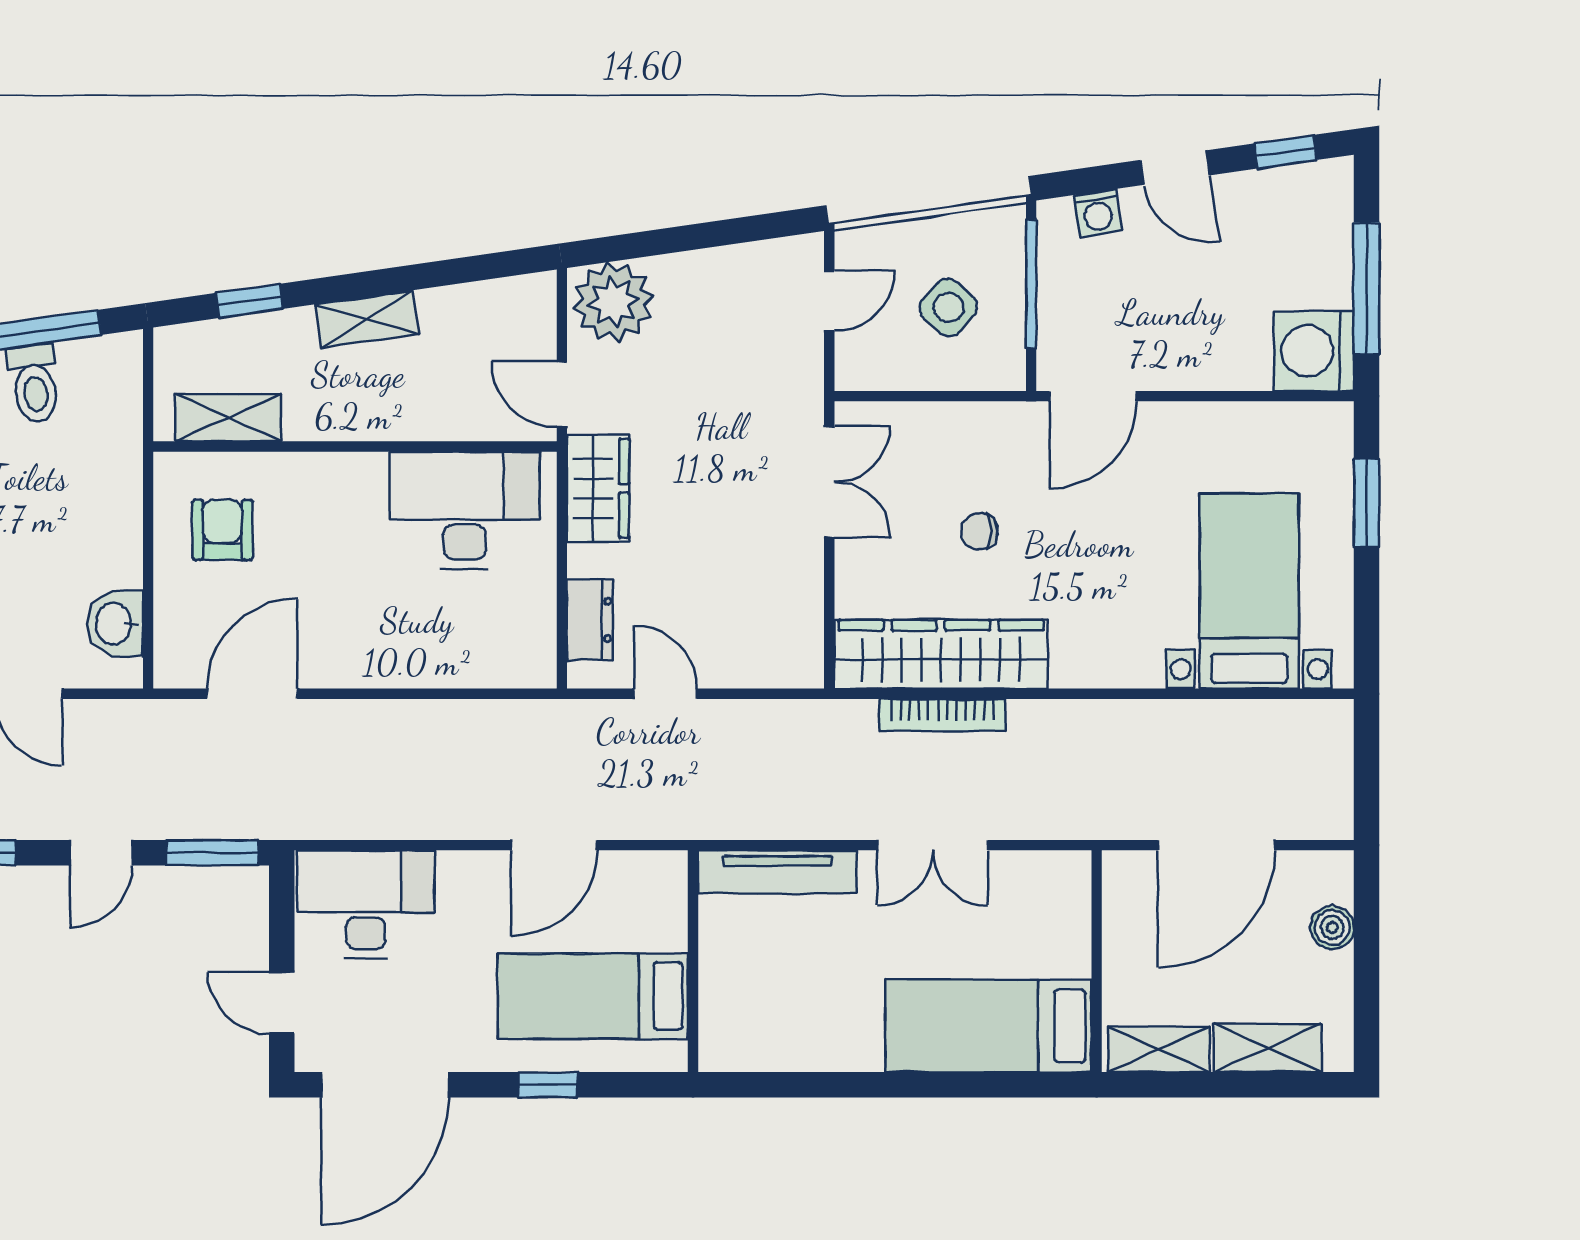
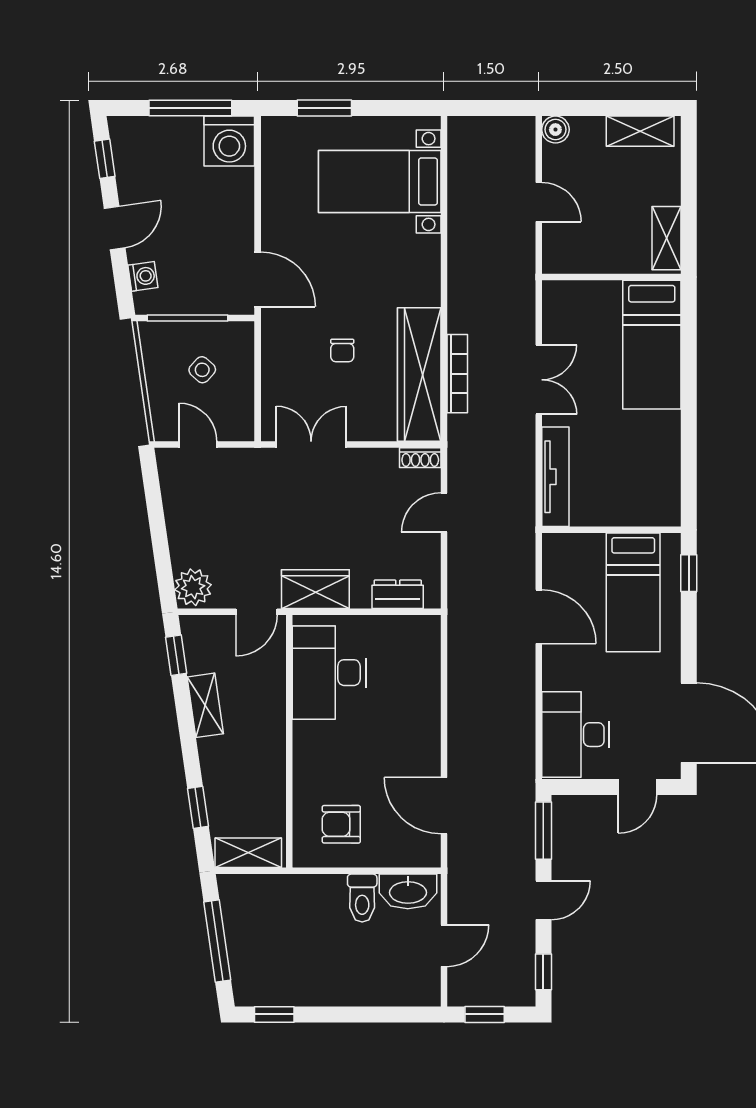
window: (492, 266) -> (176, 655), added
plant: (613, 302) -> (193, 587), width x0.73, depth x0.73
side table: (948, 308) -> (202, 370), width x0.73, depth x0.73
shelving: (367, 319) -> (205, 705), moved
toilet: (34, 383) -> (362, 898), moved, turned 98
shelving: (228, 418) -> (248, 853), moved, turned 90
washbasin: (115, 624) -> (408, 891), width x1.38
shoe rack: (808, 656) -> (420, 458), added
door: (666, 694) -> (444, 513), moved
door: (1216, 845) -> (539, 202), width x0.53
door: (101, 853) -> (543, 900), hinge flipped
boiler: (1332, 927) -> (555, 130), moved
shelving: (1268, 1048) -> (640, 131), moved, turned 90
window: (548, 1085) -> (689, 573), moved

